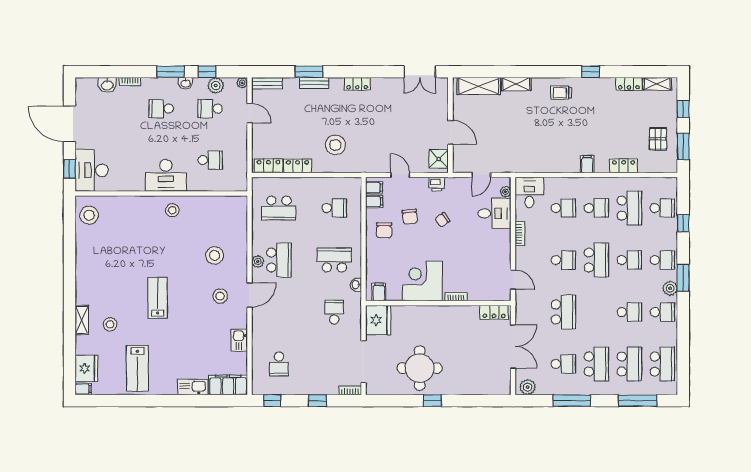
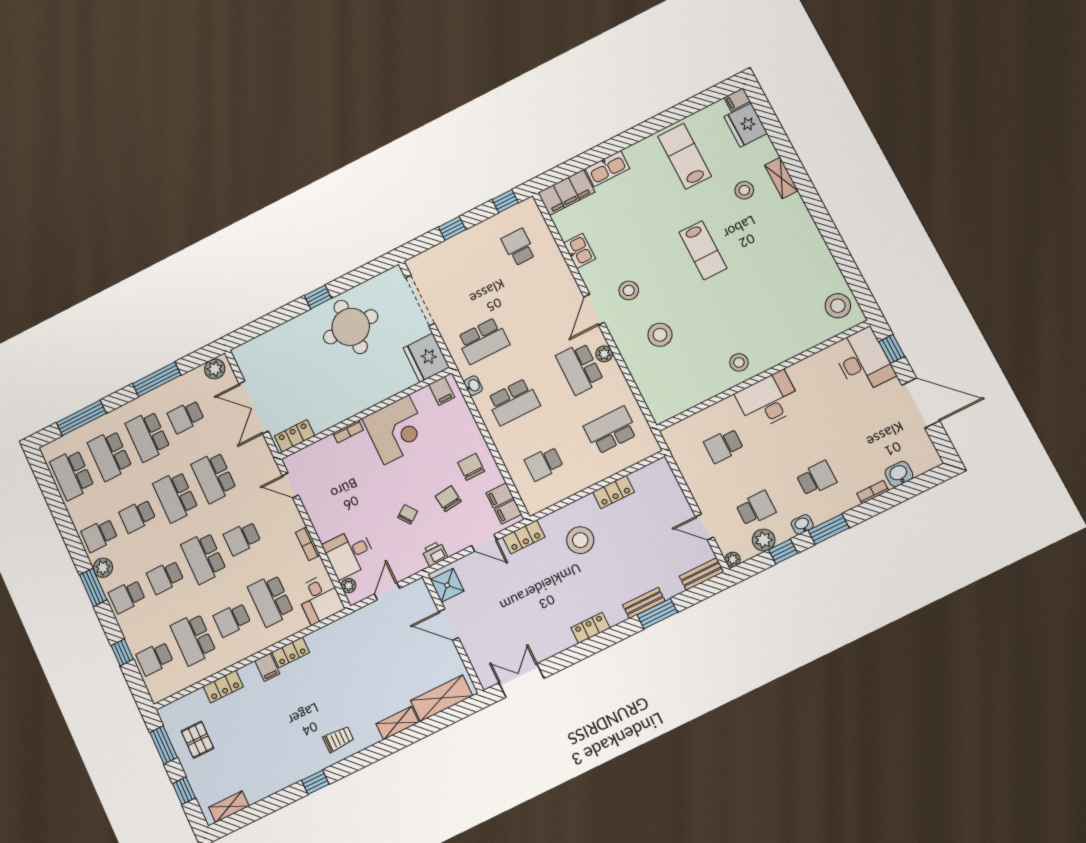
locker: (629, 84) -> (291, 652), moved, turned 180
locker: (268, 166) -> (524, 537), moved
school desk: (563, 208) -> (271, 600), width x1.85
school desk: (334, 312) -> (483, 341), width x1.85
school desk: (596, 312) -> (176, 496), added
bookcase: (350, 390) -> (420, 260), removed

